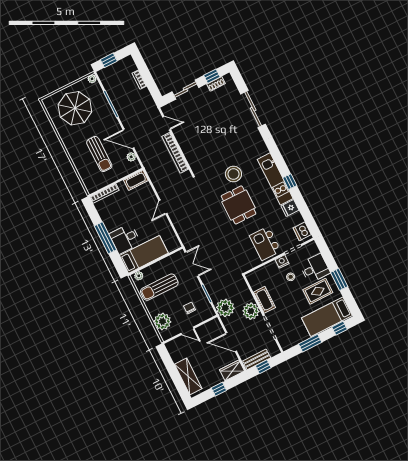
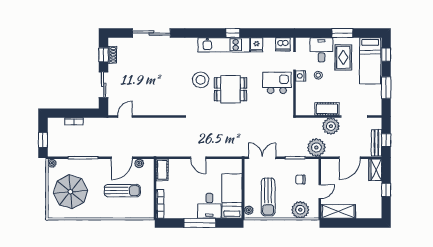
bookcase: (175, 153) -> (155, 122), removed
kitchen island: (265, 243) -> (277, 83), turned 180
shelving: (188, 376) -> (338, 211), moved

